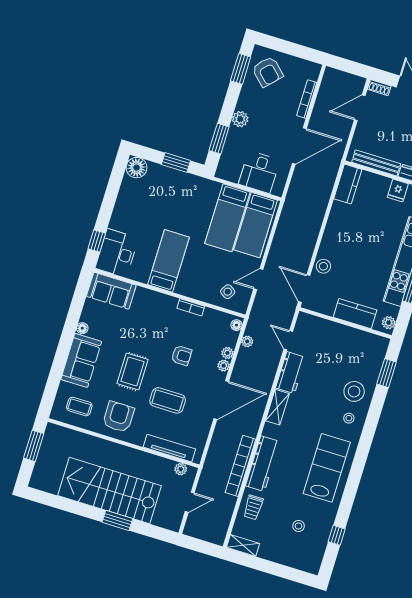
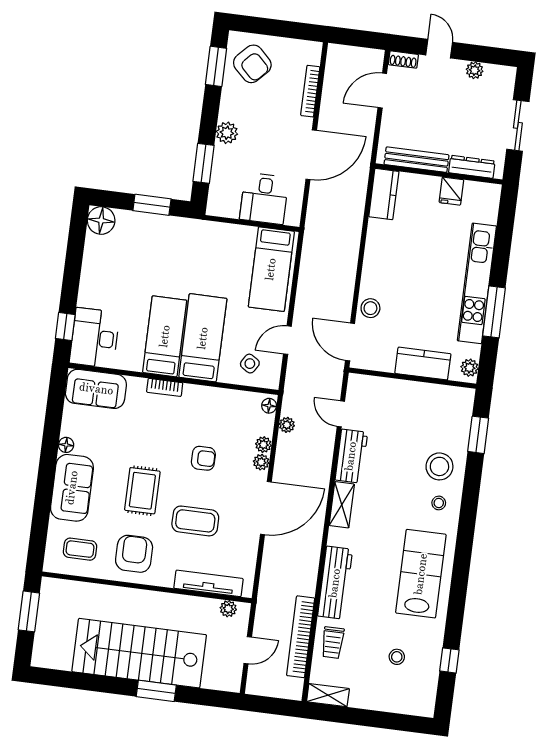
bed: (227, 218) -> (203, 338), moved, turned 180
bookcase: (191, 307) -> (165, 387), moved
bookcase: (241, 466) -> (301, 637), moved

